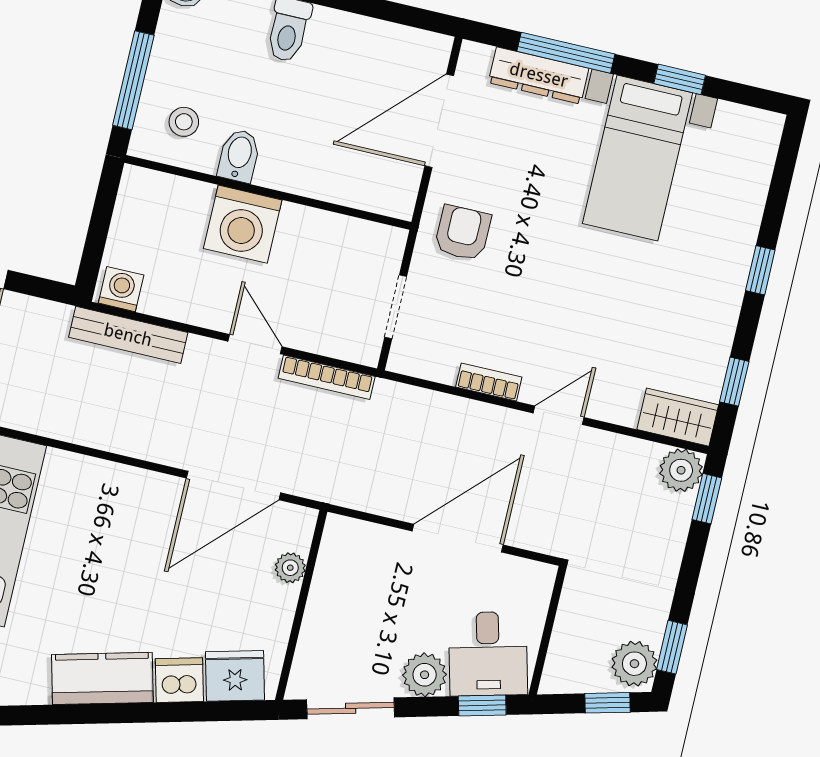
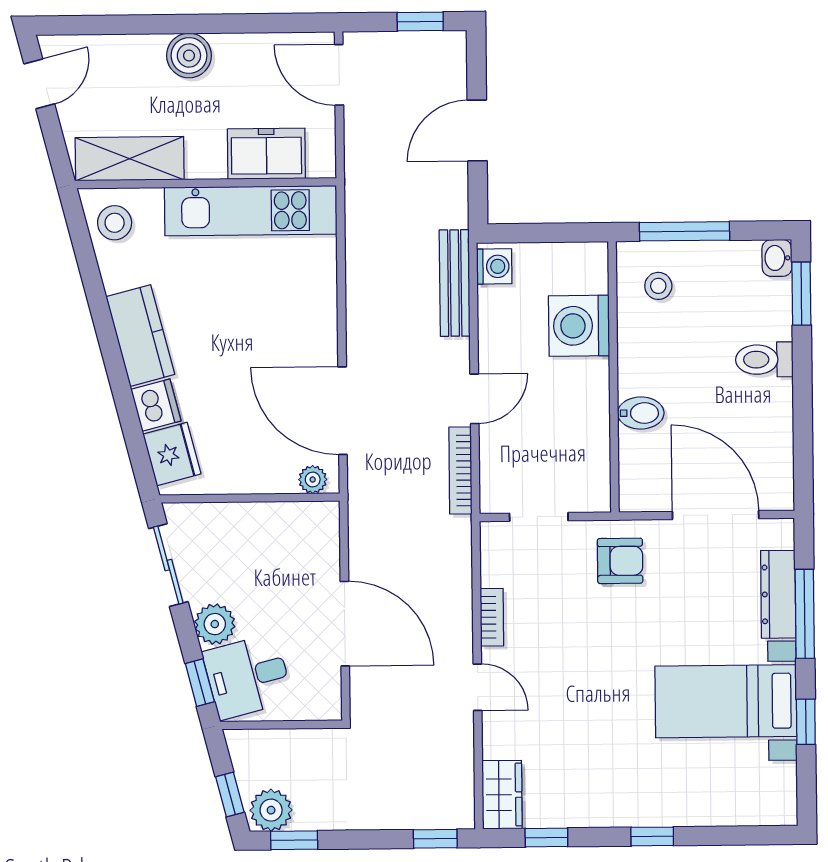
bidet: (239, 156) -> (641, 413), moved
washing machine: (243, 224) -> (579, 326), moved
plant: (681, 470) -> (455, 809), removed
plant: (290, 568) -> (313, 480), moved

